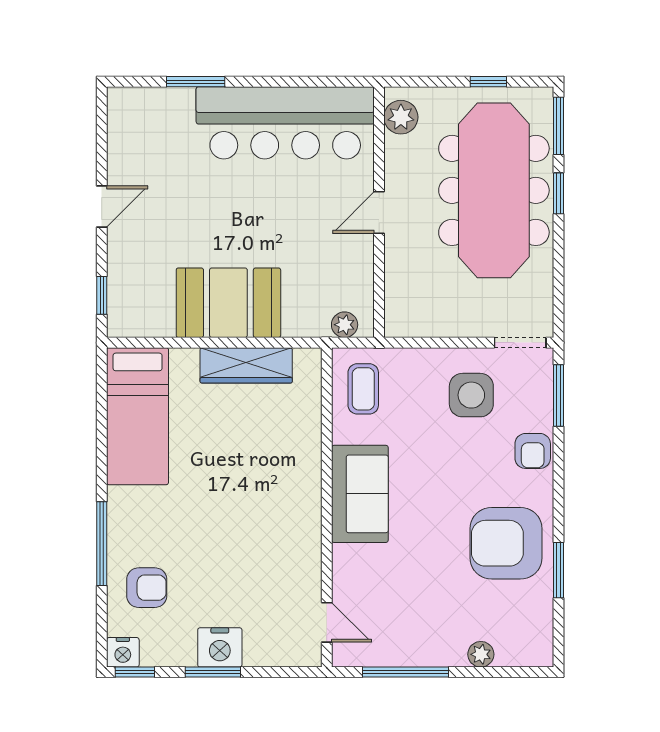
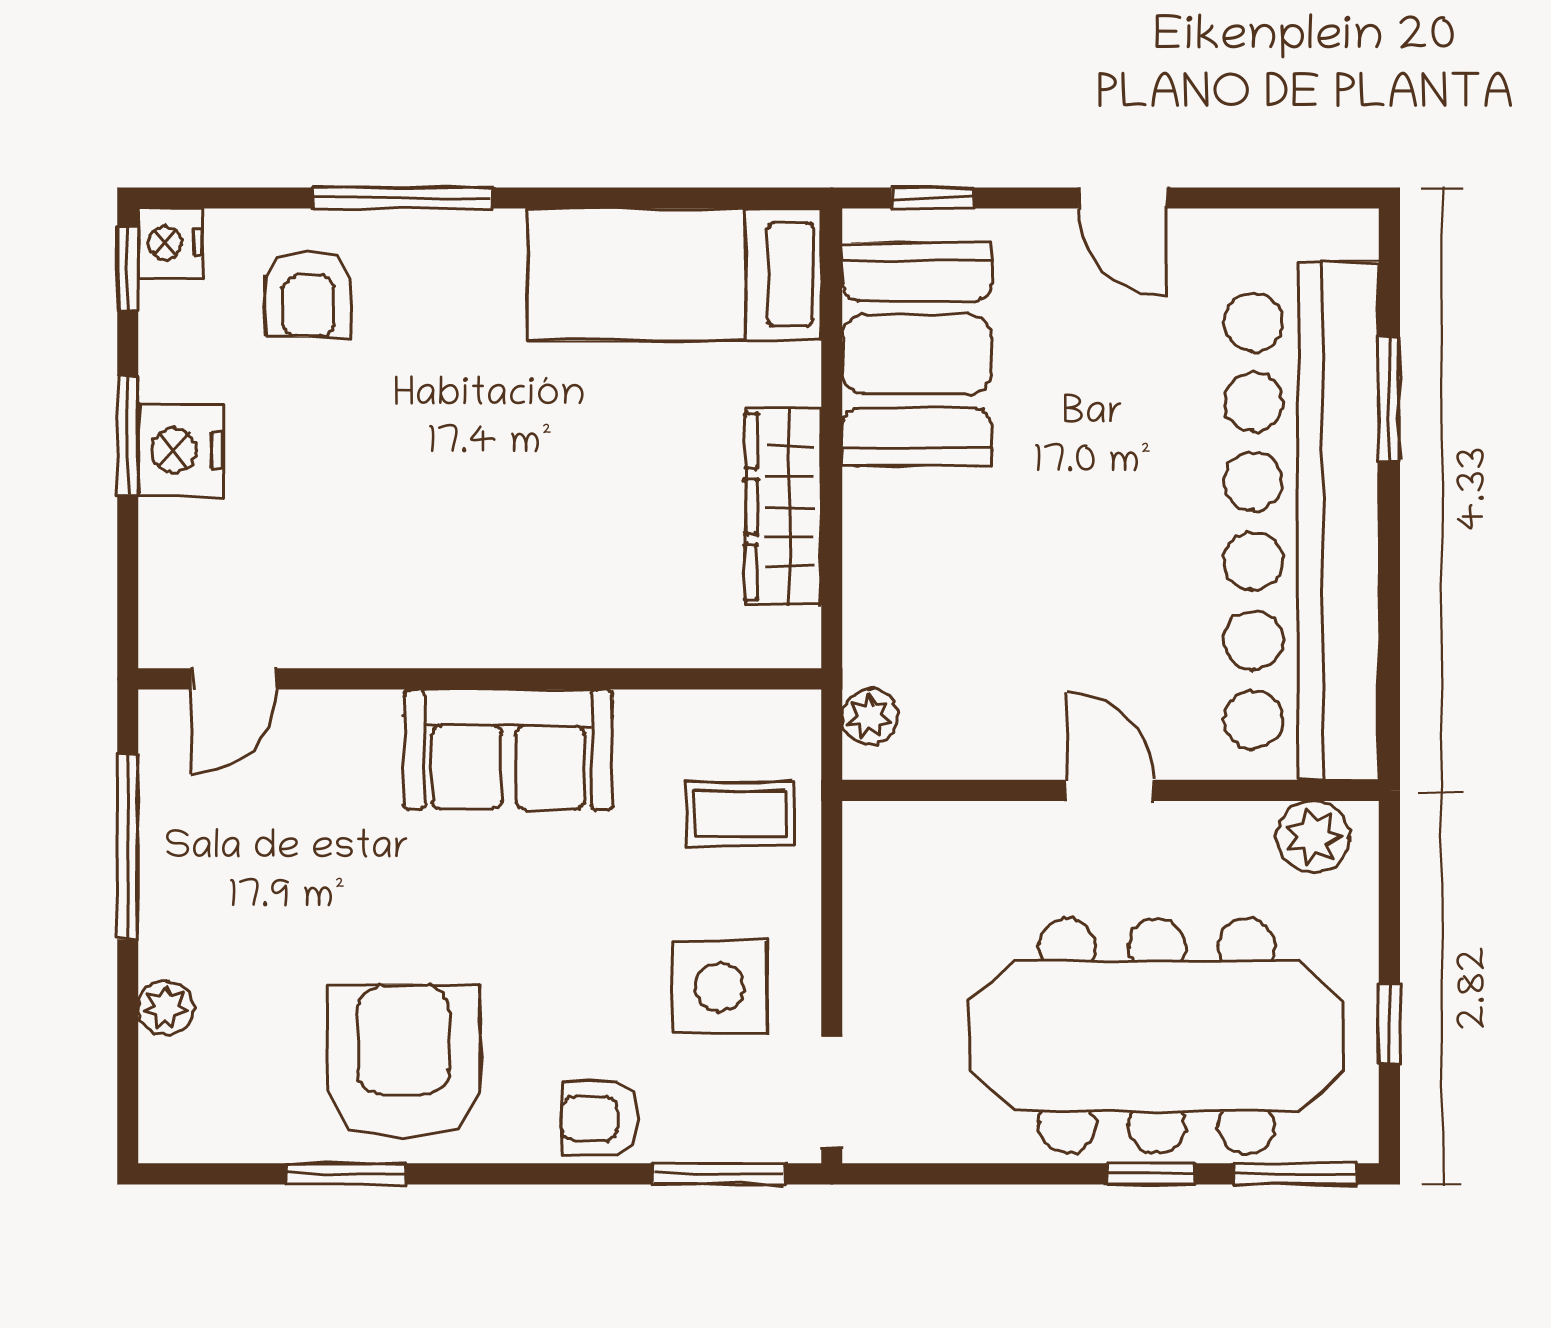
bar counter: (285, 123) -> (1301, 521), width x1.36
booth: (228, 303) -> (917, 354), moved
coffee table: (363, 389) -> (740, 814), moved

